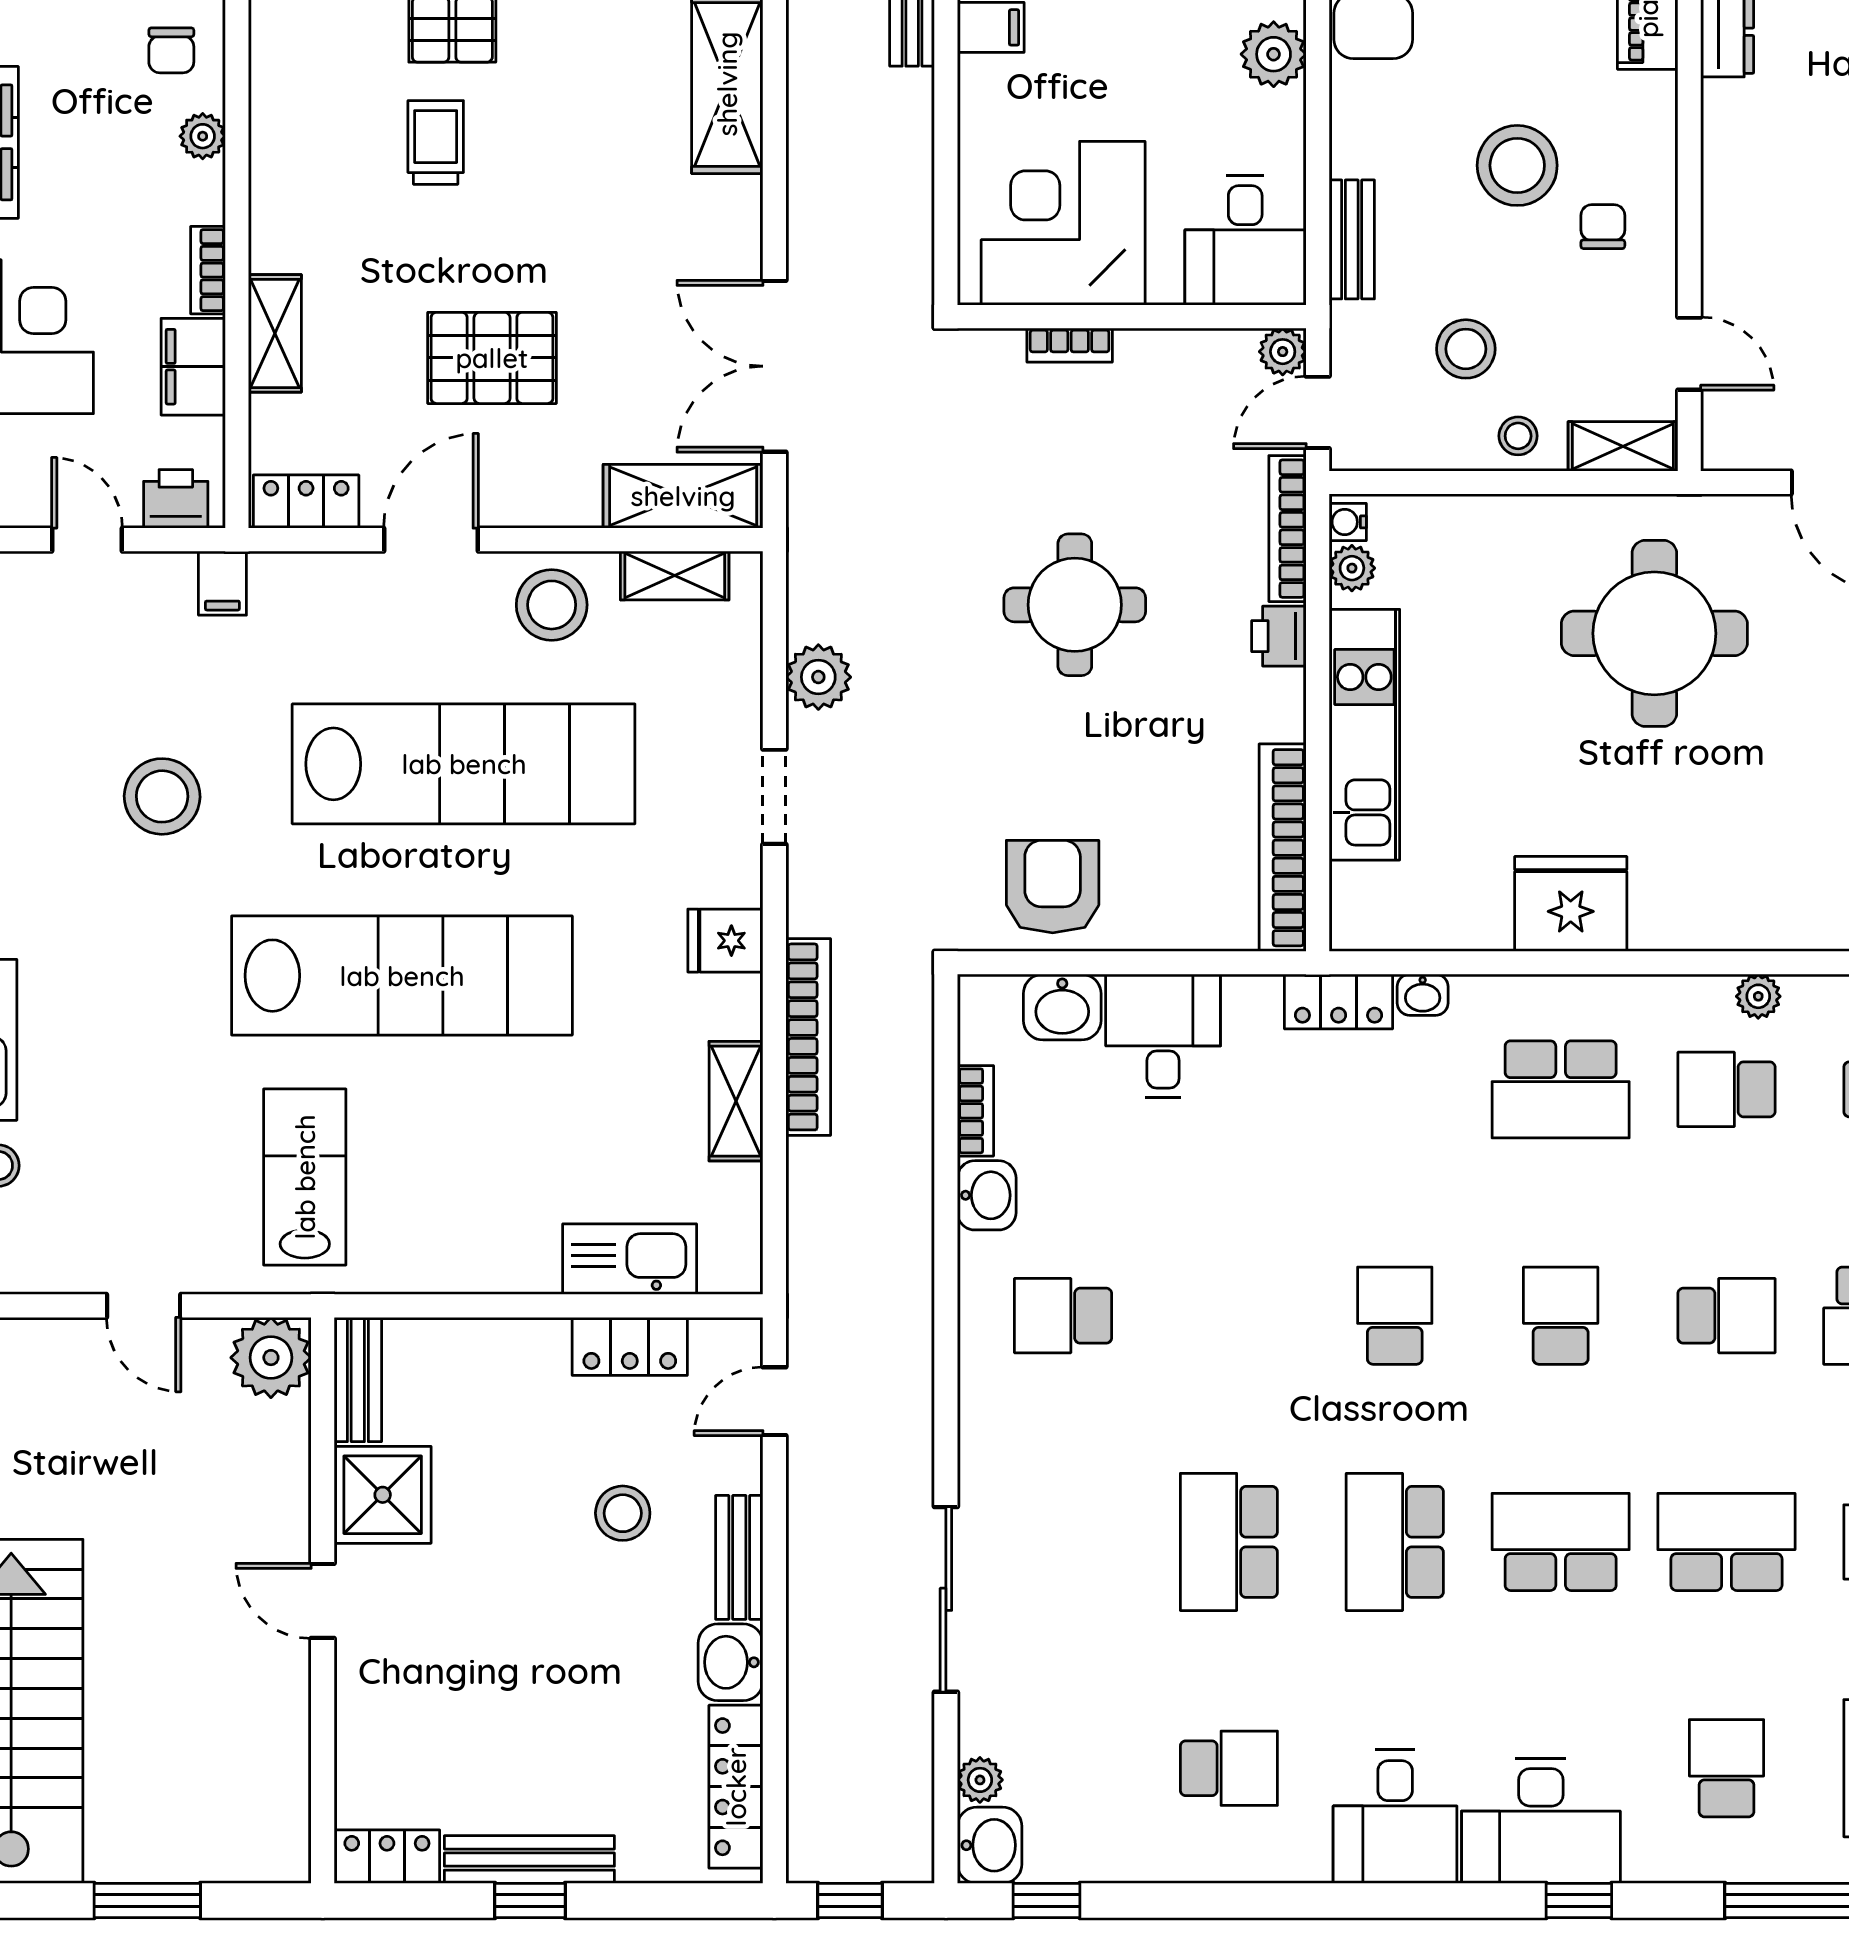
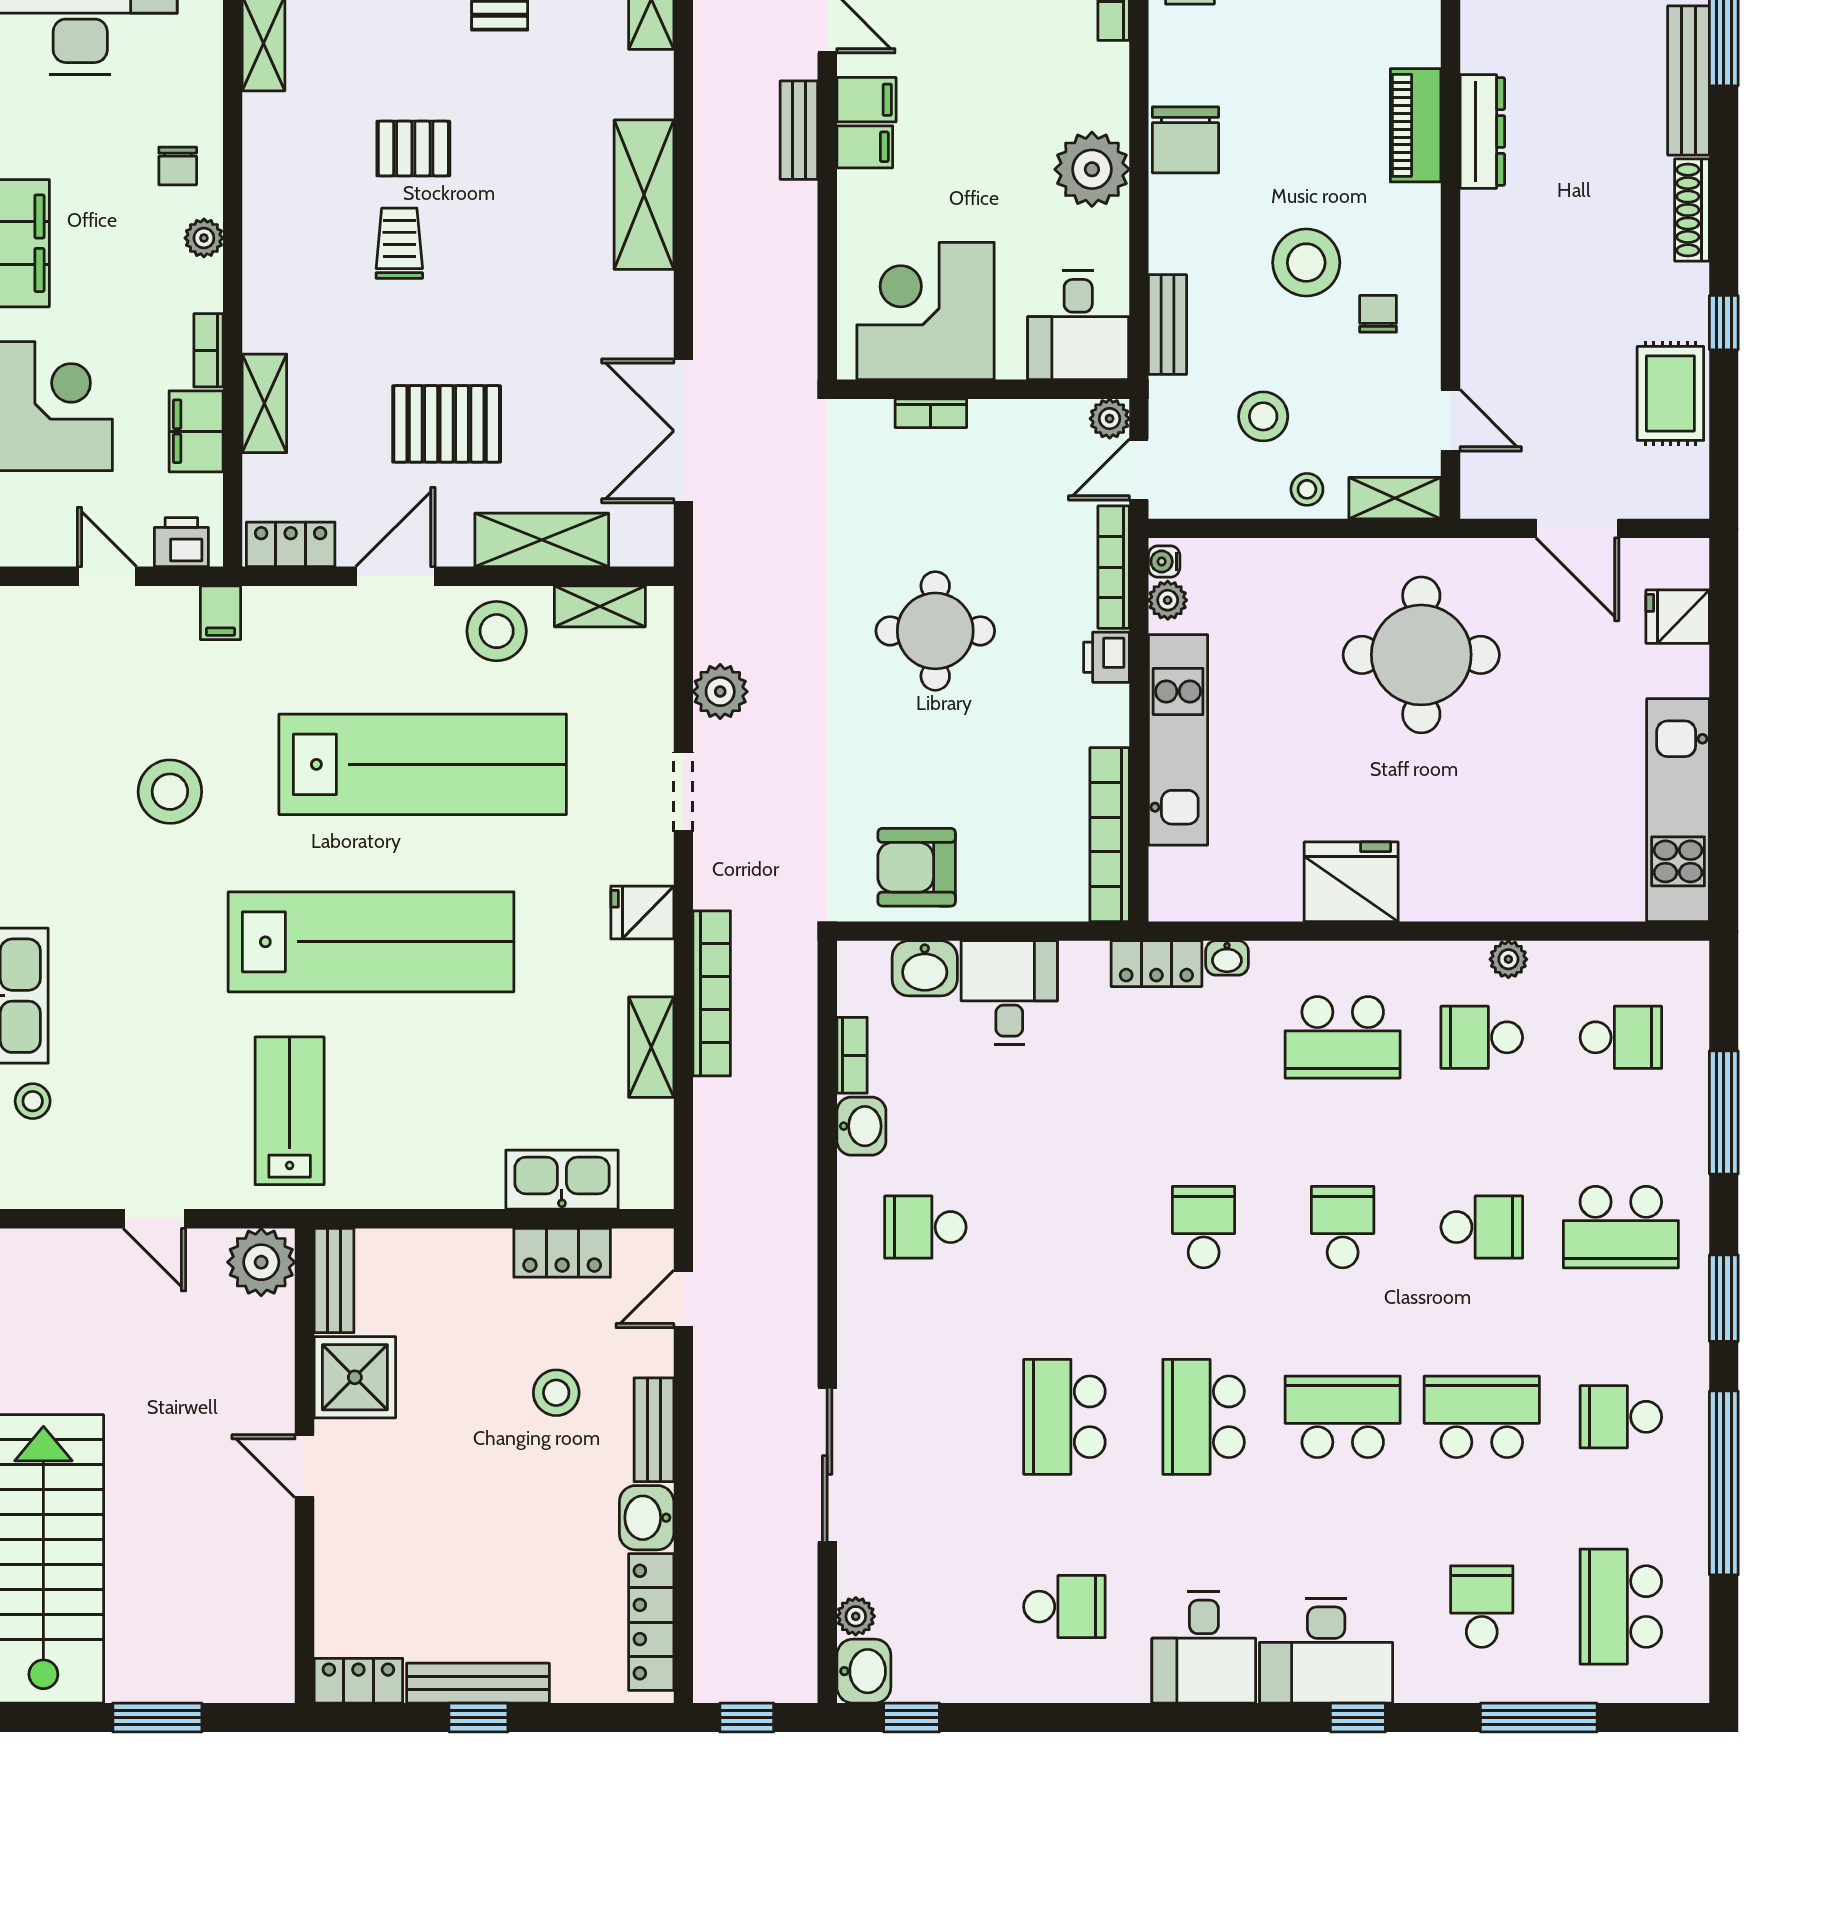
plant: (1274, 54) -> (1092, 169), width x1.36, depth x1.36
shelving: (683, 496) -> (542, 540), moved
armchair: (1053, 887) -> (917, 867), turned -90

